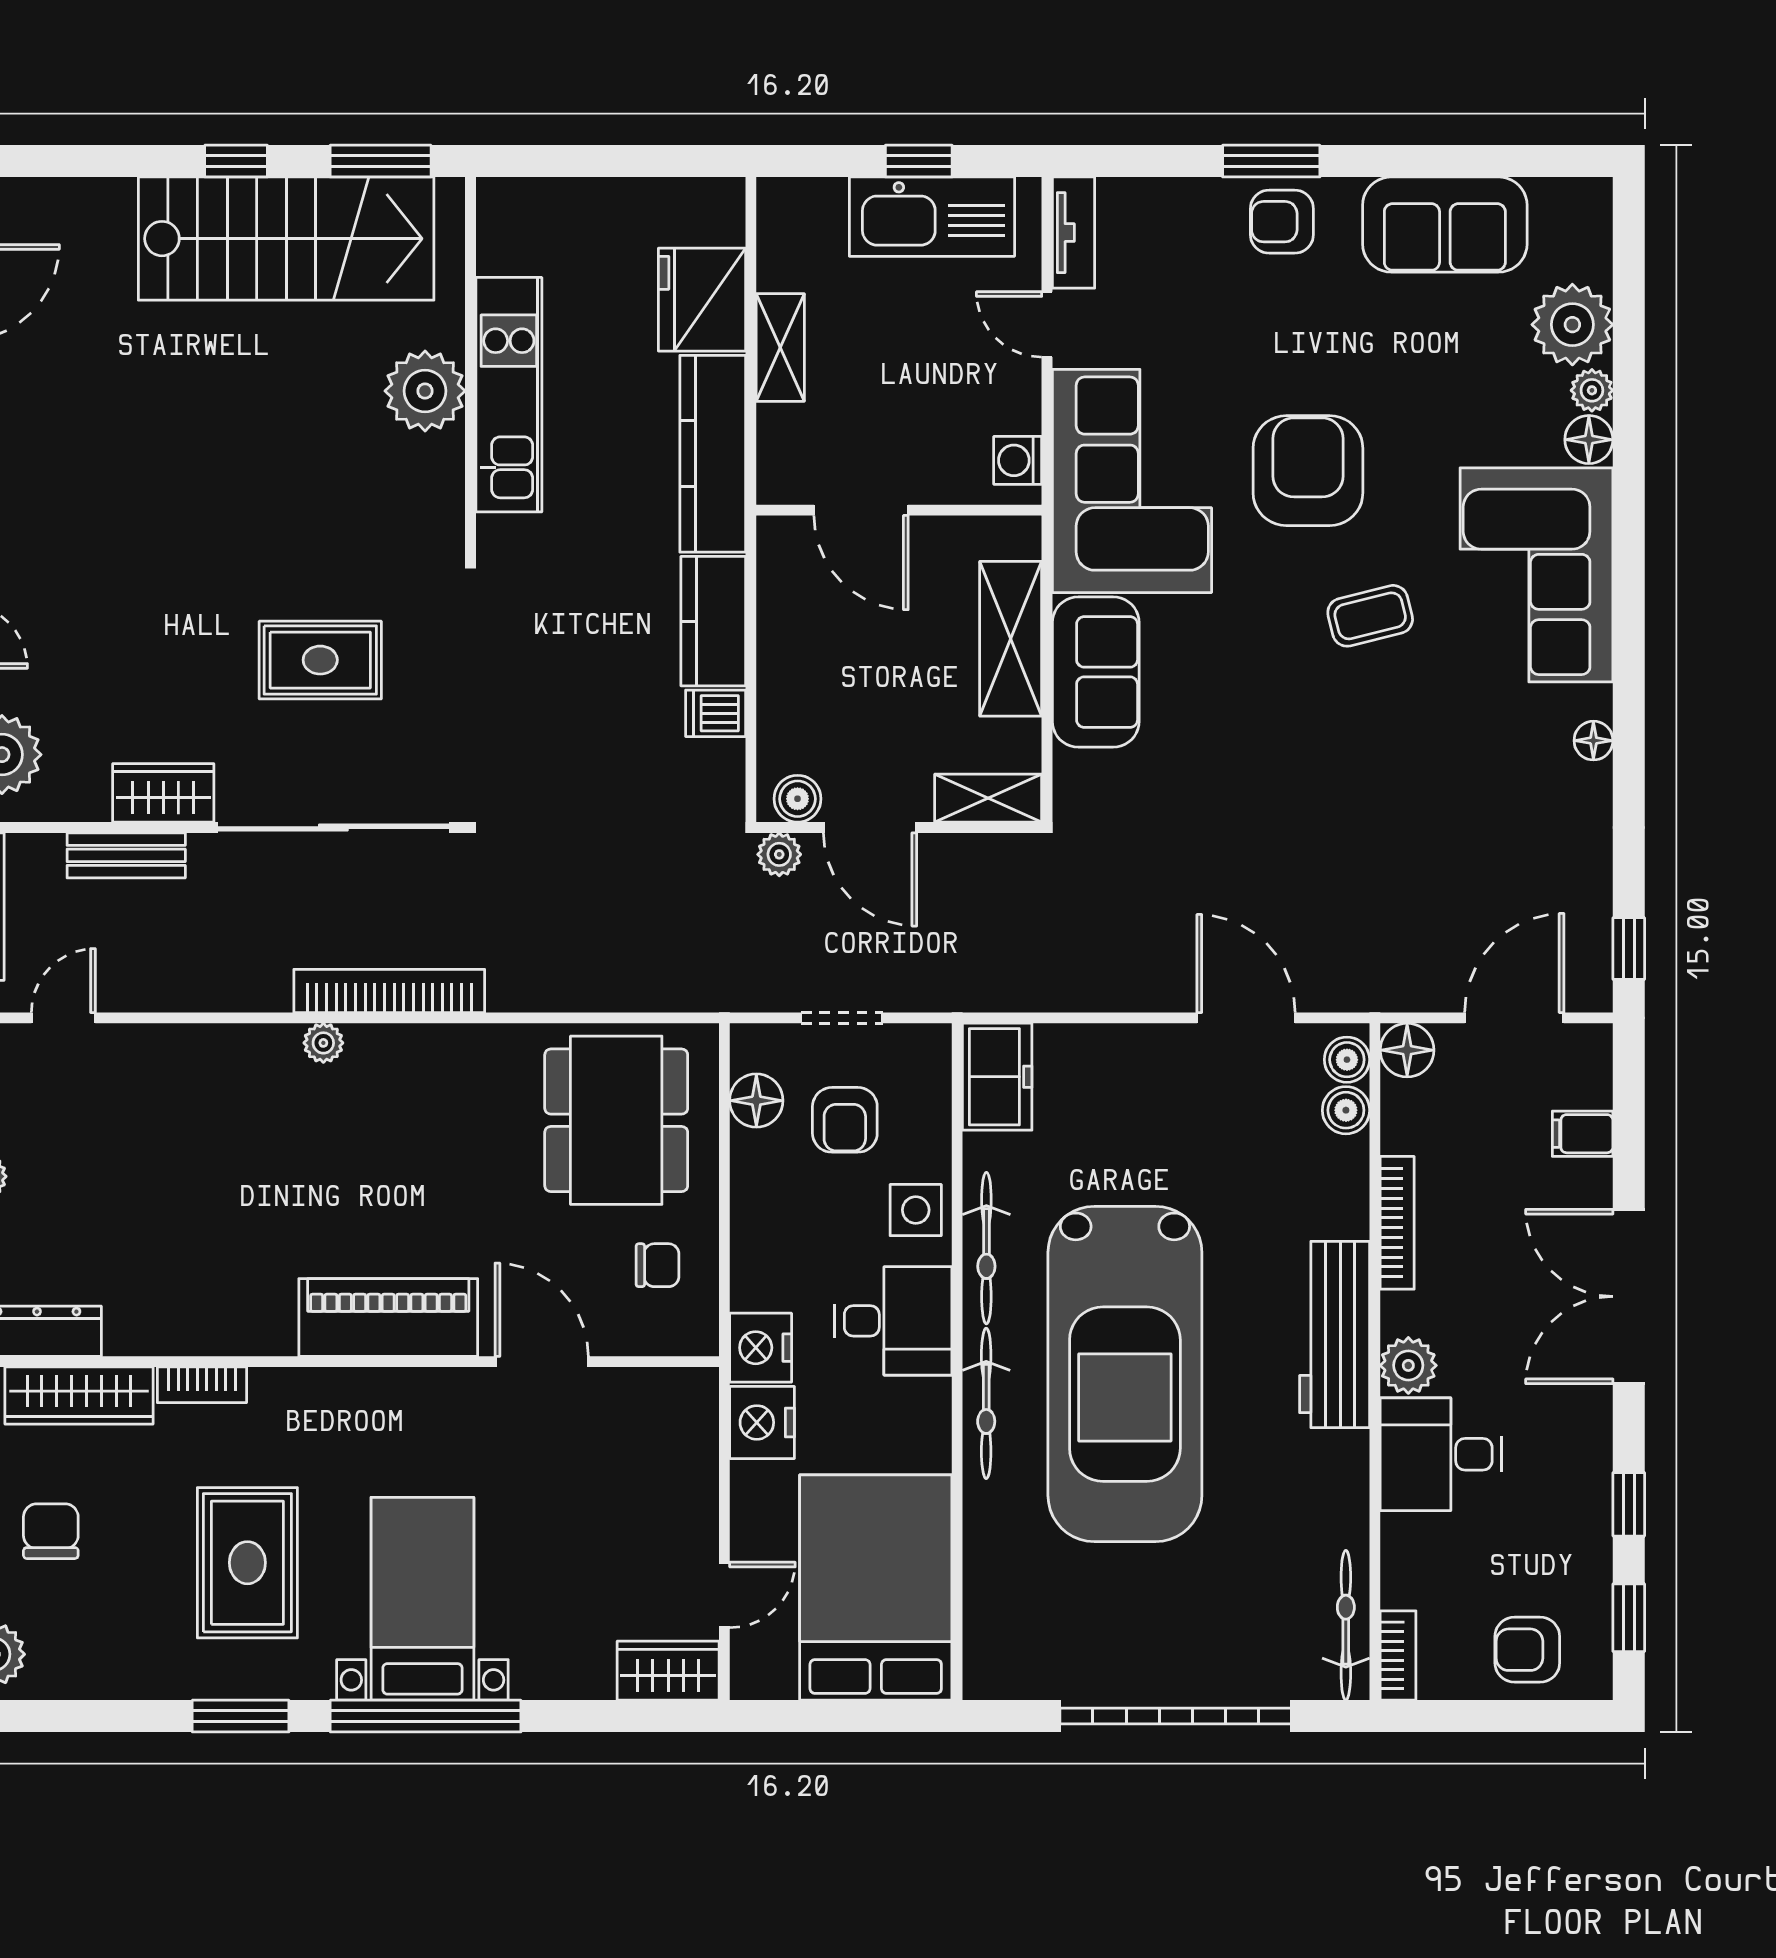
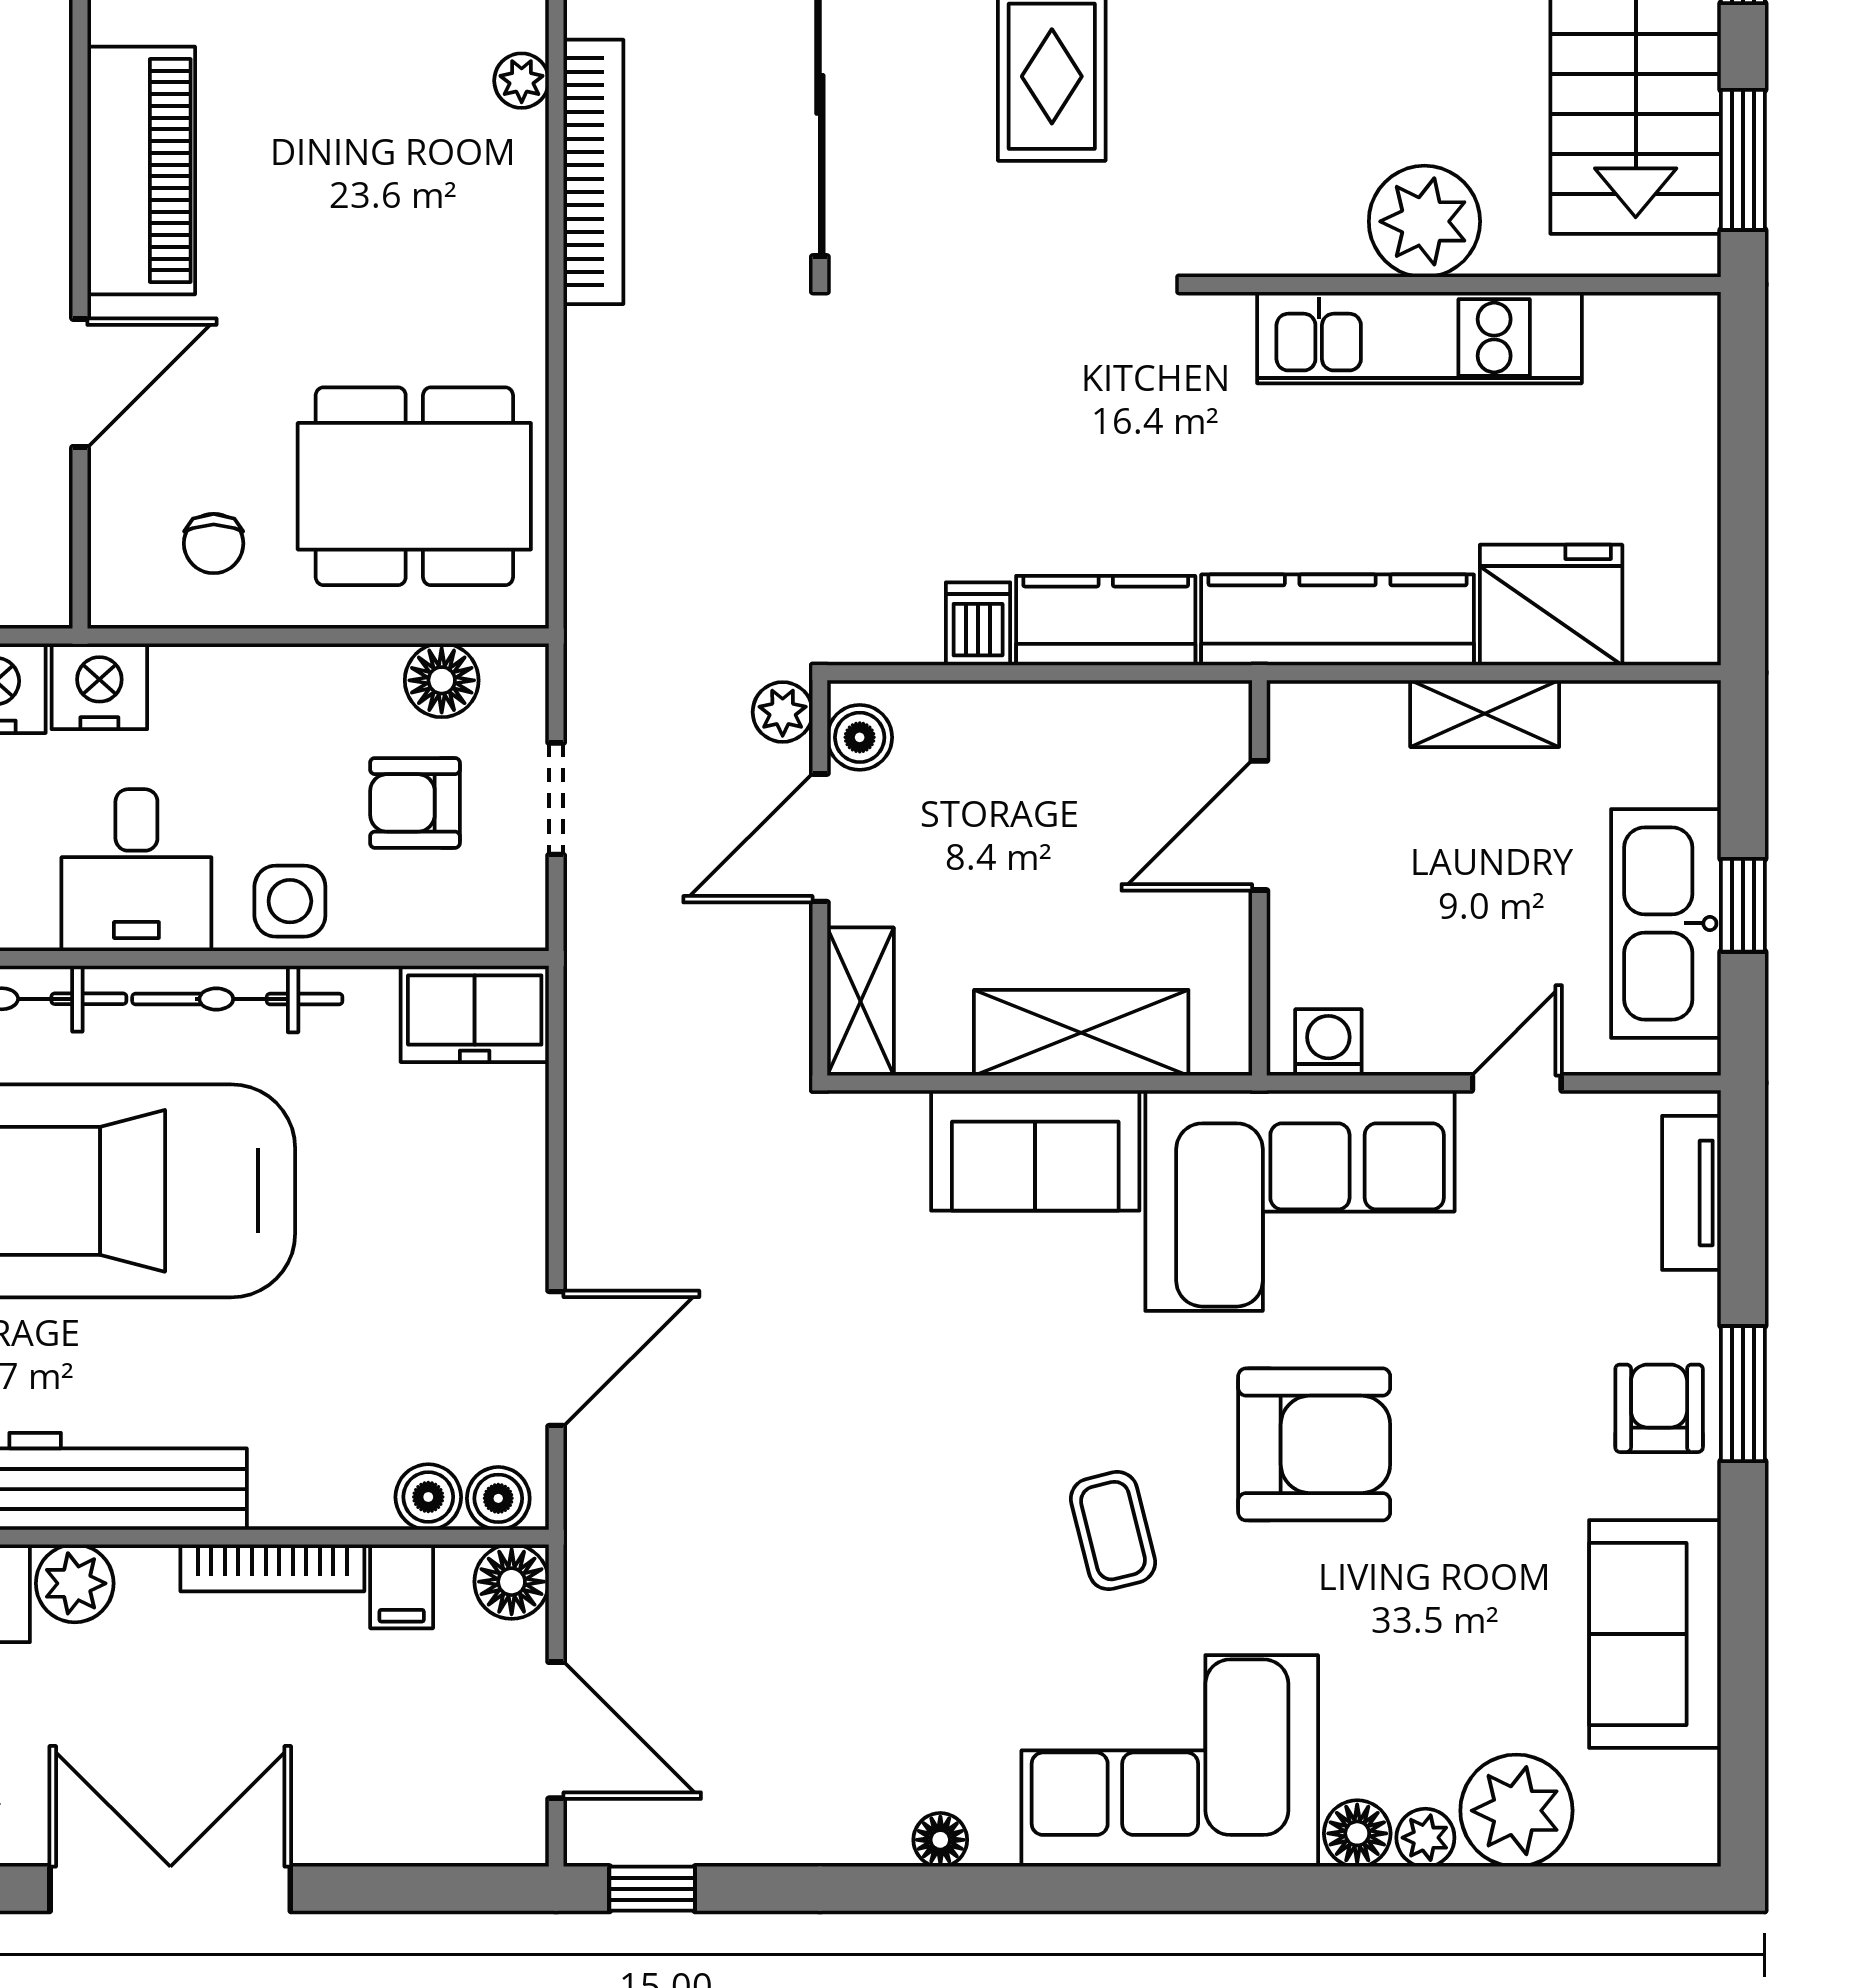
tv unit: (1073, 233) -> (1691, 1193), moved, turned 90
filing cabinet: (1583, 1134) -> (402, 1586), moved, turned 180

